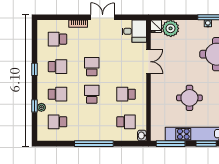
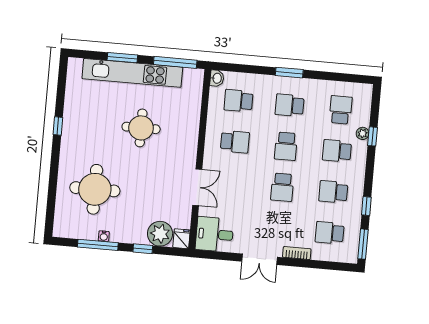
window: (181, 17) -> (143, 249), added
window: (35, 34) -> (363, 244), added
school desk: (57, 39) -> (330, 233), turned 180
double door: (148, 62) -> (197, 187), swing flipped
window: (35, 69) -> (366, 206), moved
school desk: (57, 122) -> (341, 110), turned -90
school desk: (92, 122) -> (290, 105), added
window: (94, 144) -> (289, 73), width x0.47

